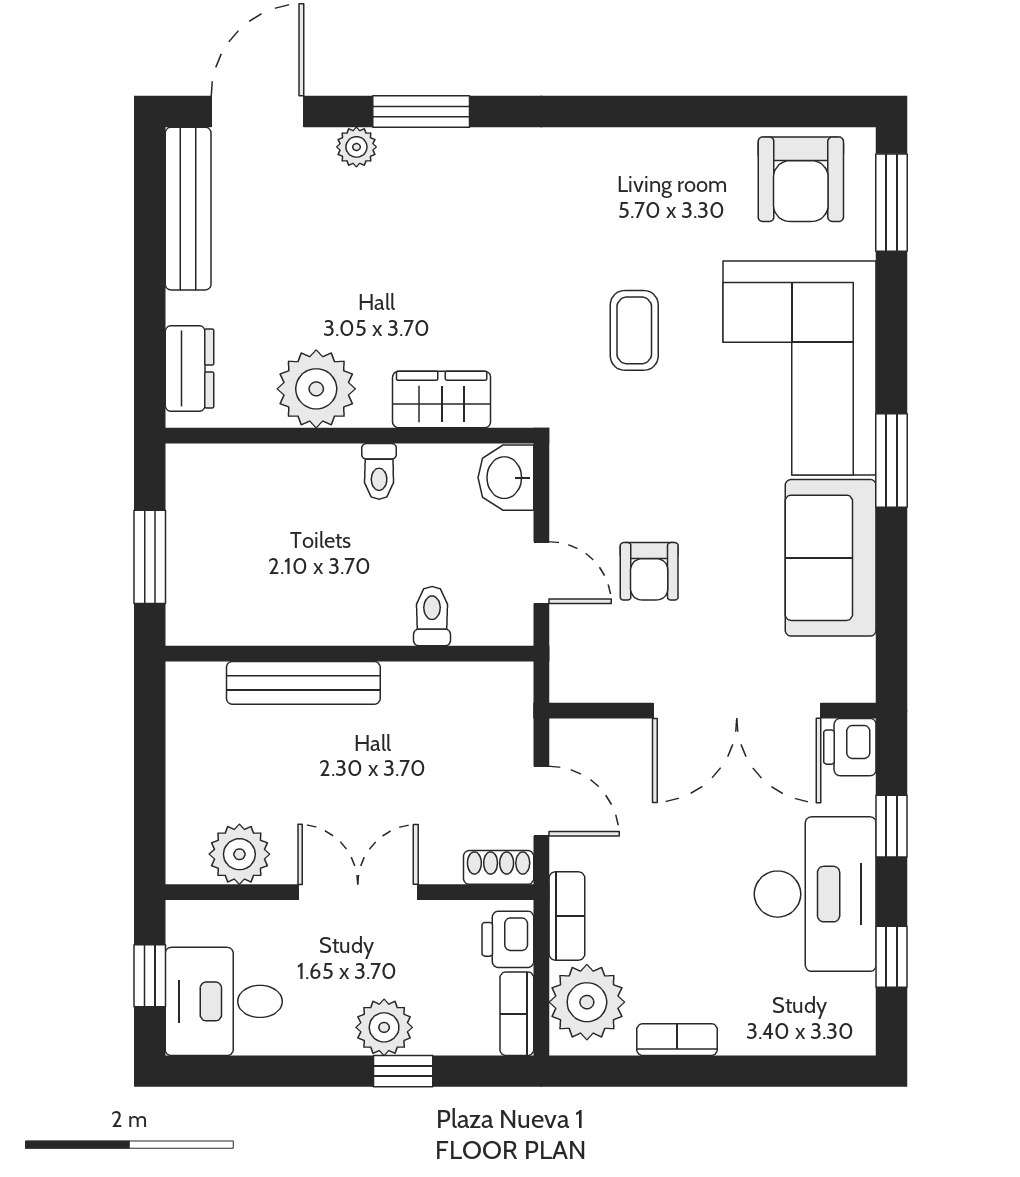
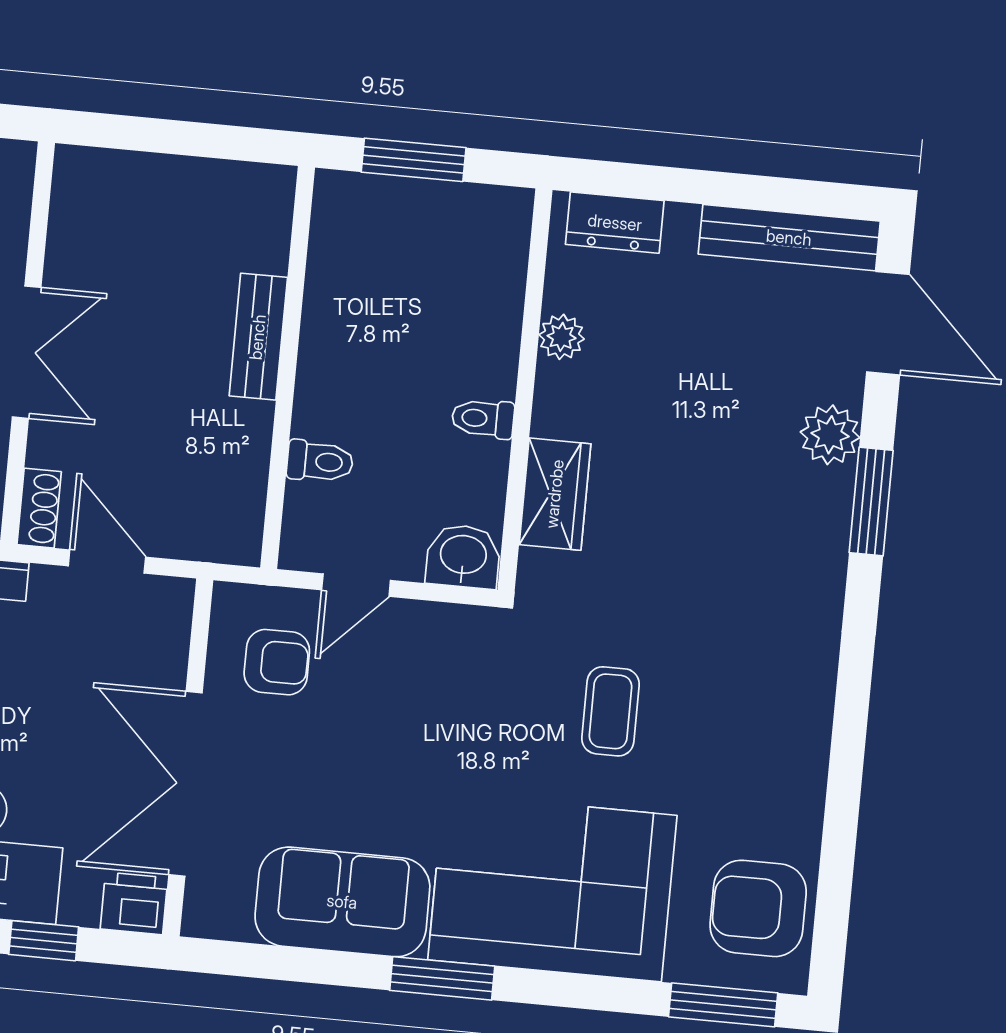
plant: (356, 147) -> (830, 435), width x1.38, depth x1.38
coffee table: (634, 330) -> (611, 711), turned 90
plant: (316, 389) -> (562, 337), width x0.53, depth x0.53
armchair: (649, 571) -> (277, 662), moved, turned 180
bench: (303, 683) -> (258, 337), width x0.73
door: (541, 801) -> (107, 562), swing flipped
plant: (239, 854) -> (80, 227), removed

